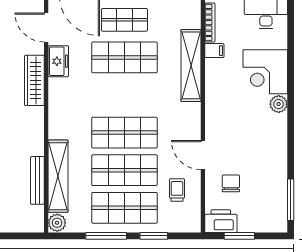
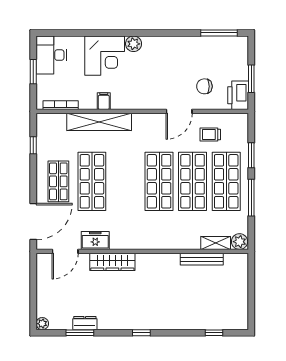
filing cabinet: (214, 51) -> (104, 101), moved
shelving: (58, 176) -> (216, 243), width x0.45, depth x0.75

